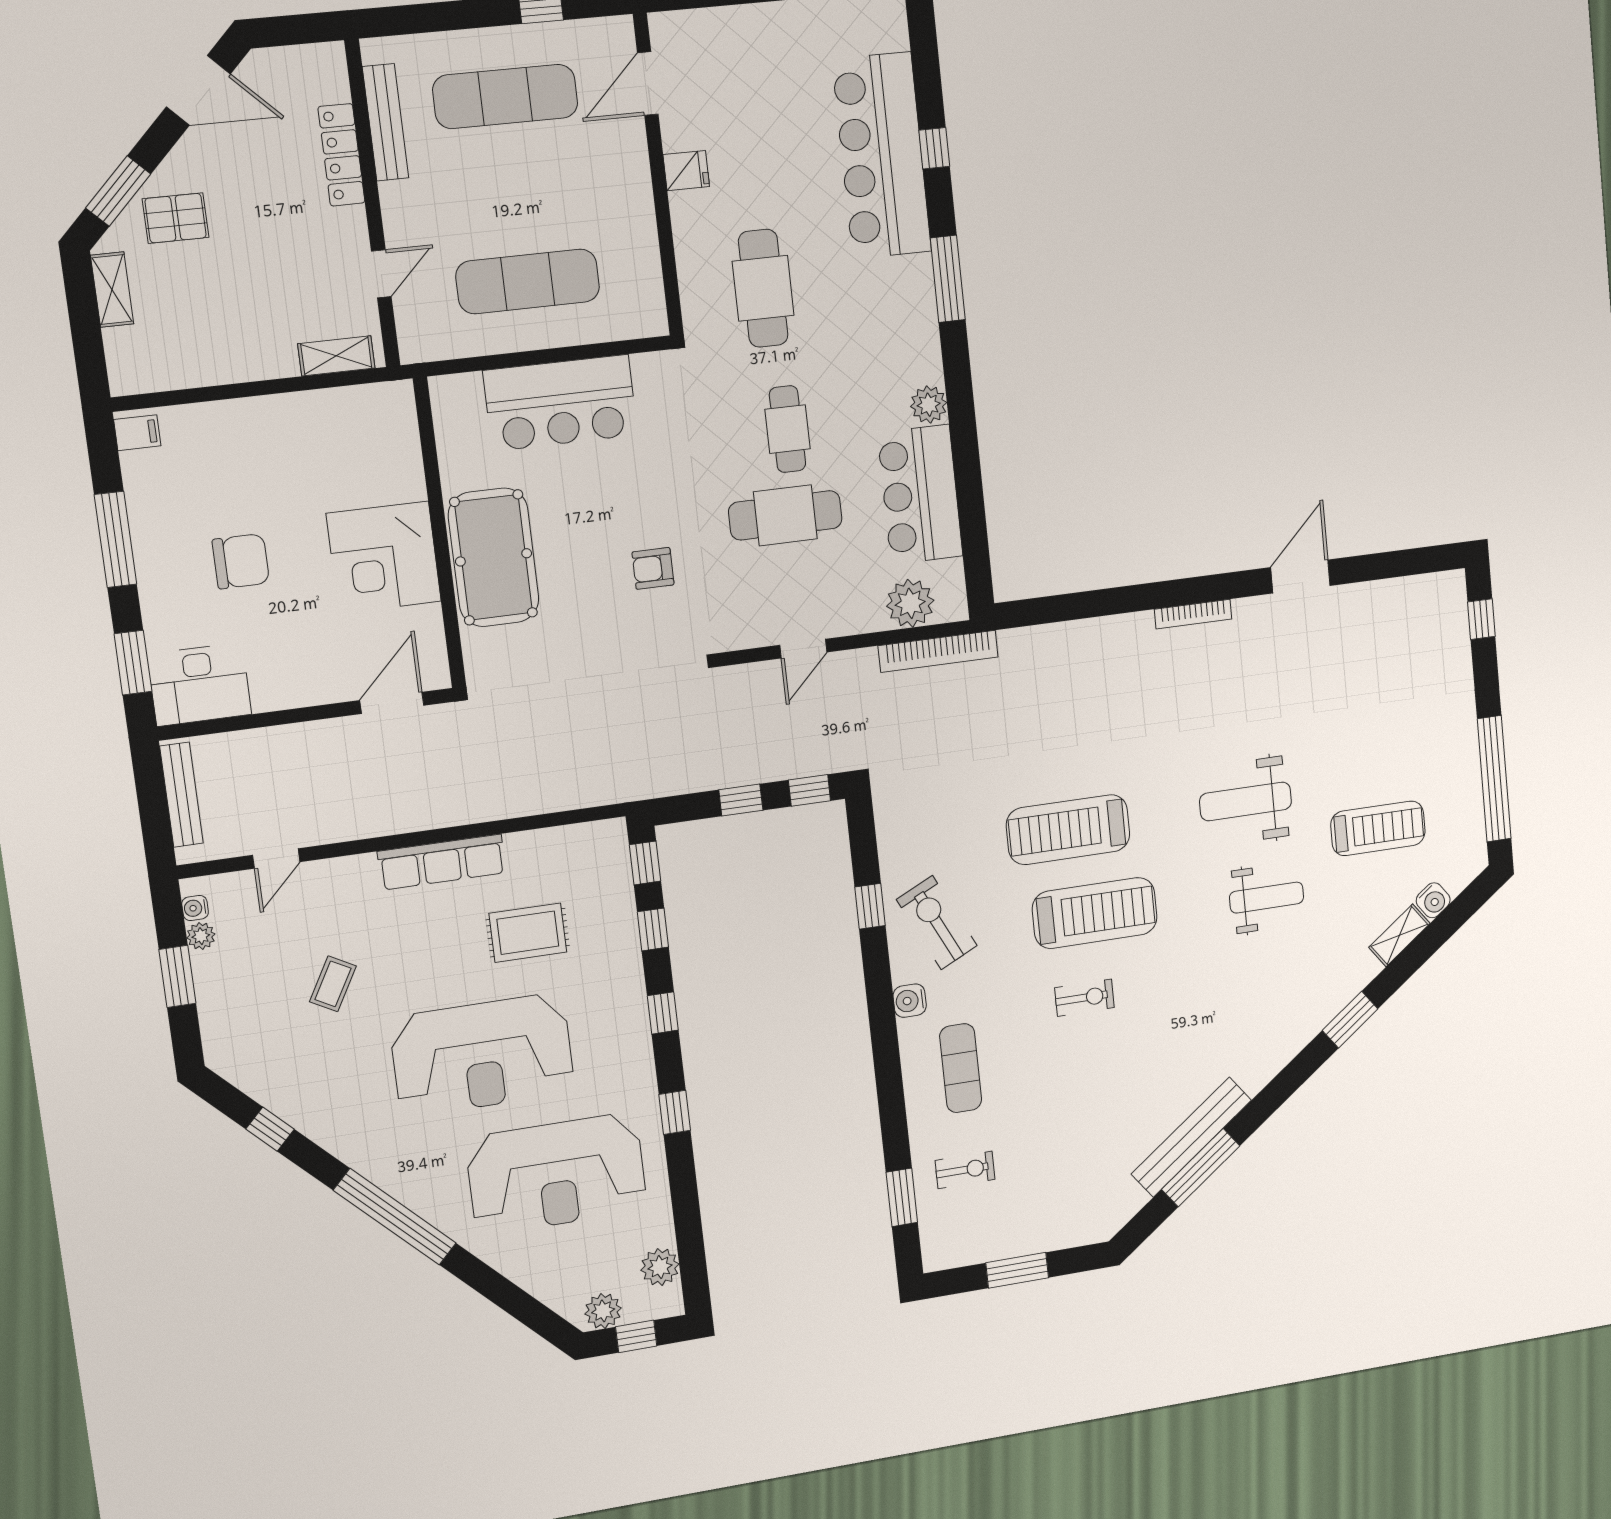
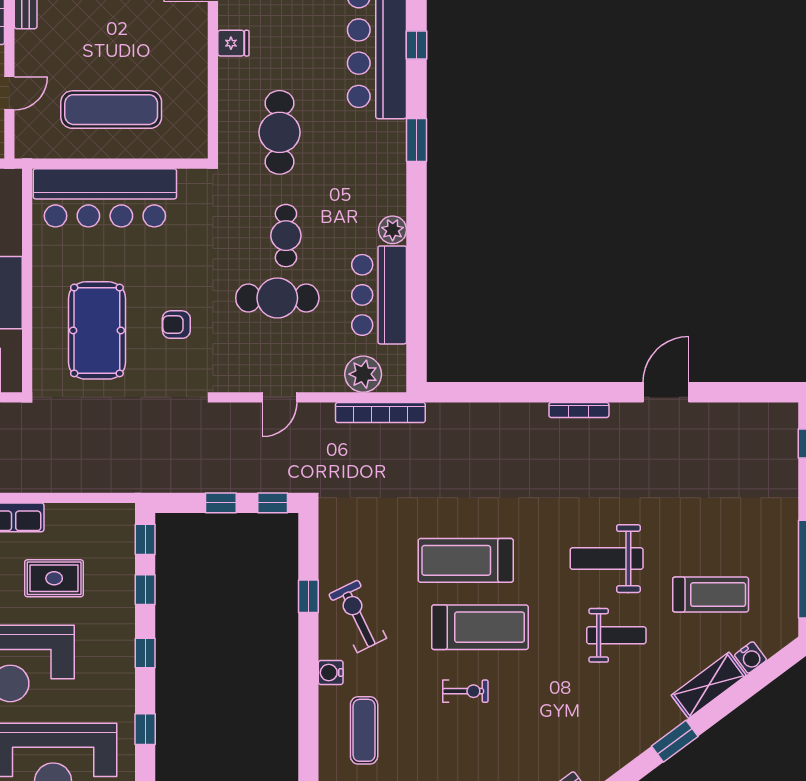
window: (948, 279) -> (416, 140), width x0.69
bar counter: (560, 403) -> (105, 198), width x1.36
pool table: (494, 557) -> (97, 330), moved
shelving: (1399, 935) -> (709, 685), width x1.50, depth x1.33

